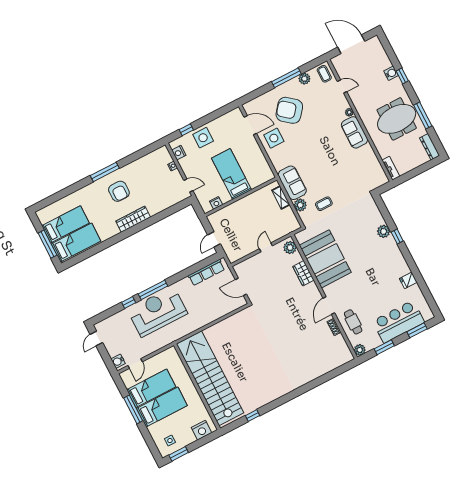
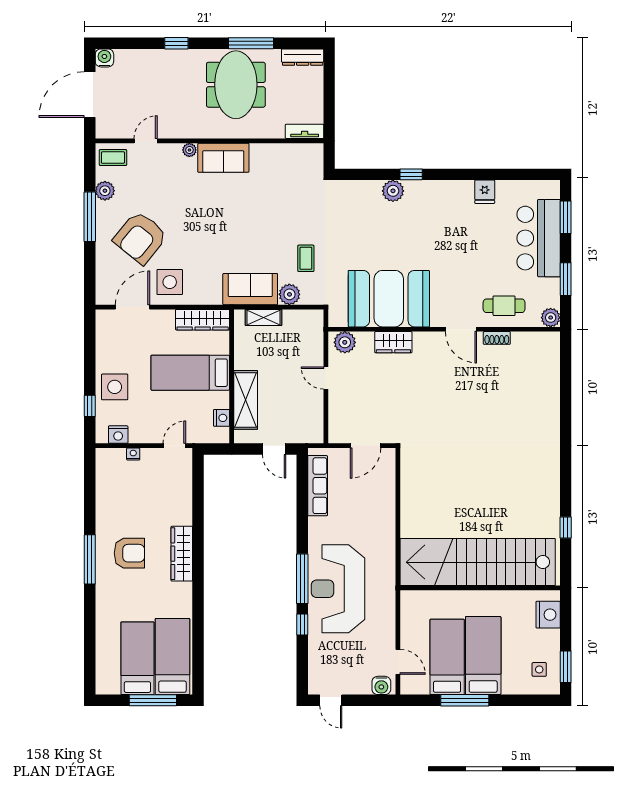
water cooler: (391, 73) -> (104, 58), moved
wardrobe: (263, 166) -> (203, 320), added
shelving: (232, 211) -> (246, 400), added

